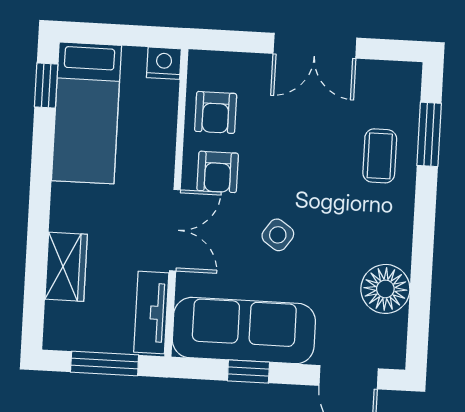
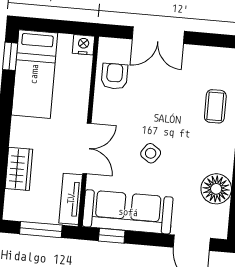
double door: (315, 46) -> (158, 35), moved
armchair: (216, 112) -> (114, 76), turned 180
armchair: (218, 172) -> (115, 113), removed
window: (248, 372) -> (112, 236), moved

